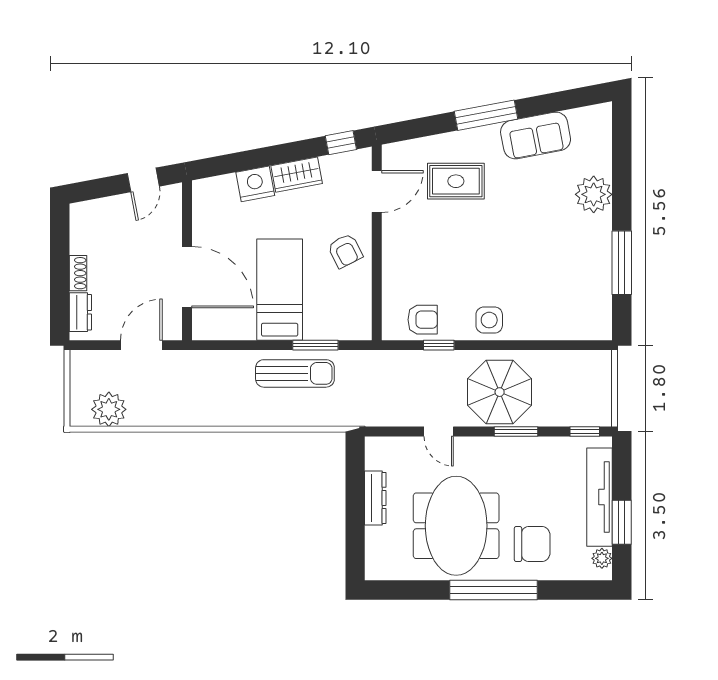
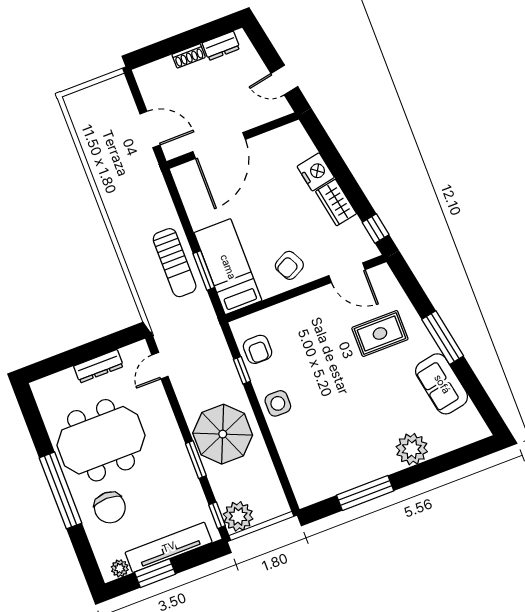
rug: (456, 181) -> (380, 333), turned 90
bed: (280, 290) -> (228, 267), moved, turned -90
dresser: (80, 312) -> (221, 46), moved
plant: (109, 409) -> (238, 516), moved
door: (439, 432) -> (160, 366), moved

